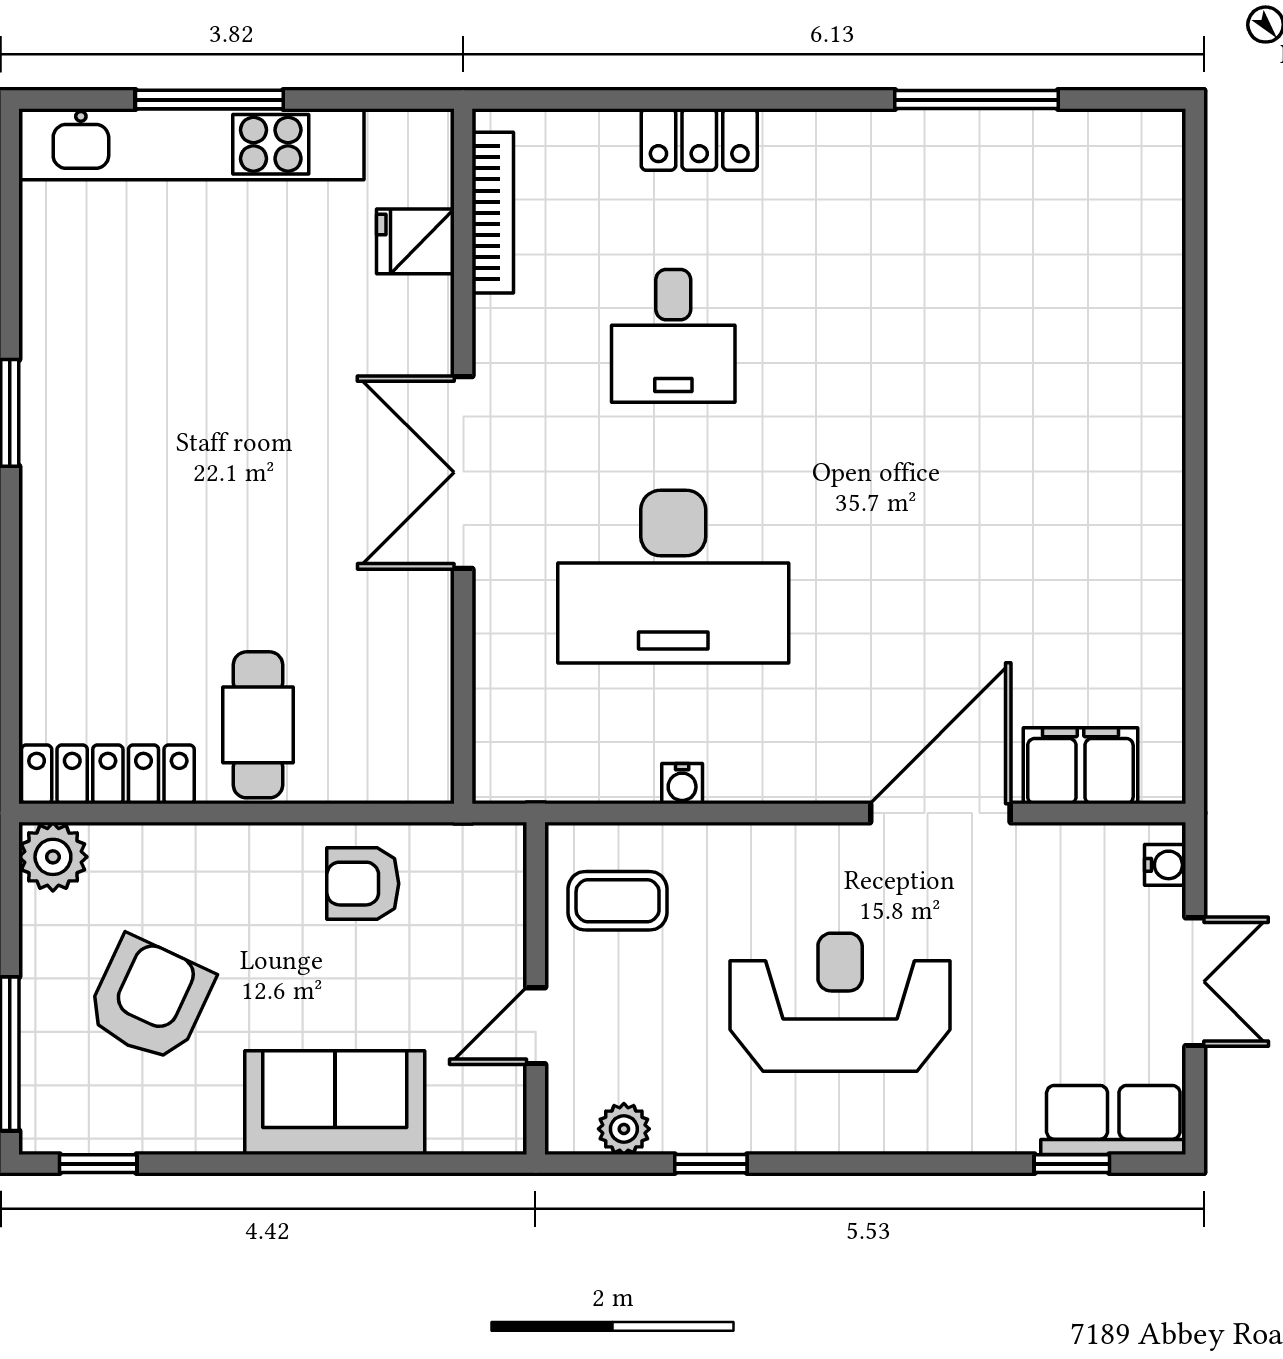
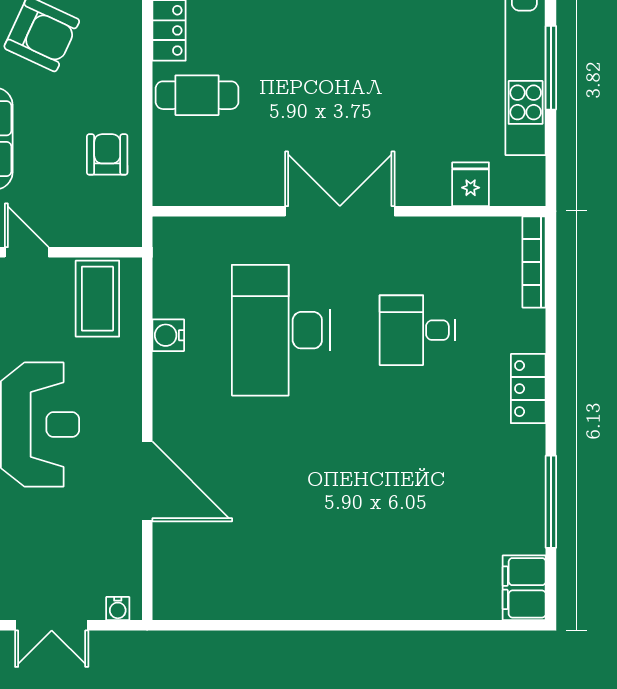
locker: (699, 139) -> (528, 389), moved
bookcase: (493, 213) -> (534, 262), moved, turned 90
filing cabinet: (1080, 766) -> (524, 588), moved, turned 180
water cooler: (682, 784) -> (168, 335), width x1.38, depth x1.38
coffee table: (618, 901) -> (97, 299), width x1.36, depth x1.30

